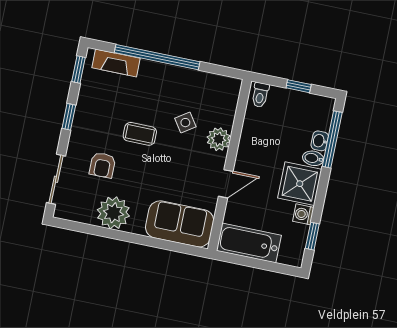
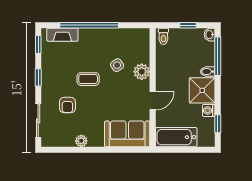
washbasin: (320, 141) -> (210, 35), moved
plant: (113, 213) -> (81, 141), width x0.53, depth x0.53

